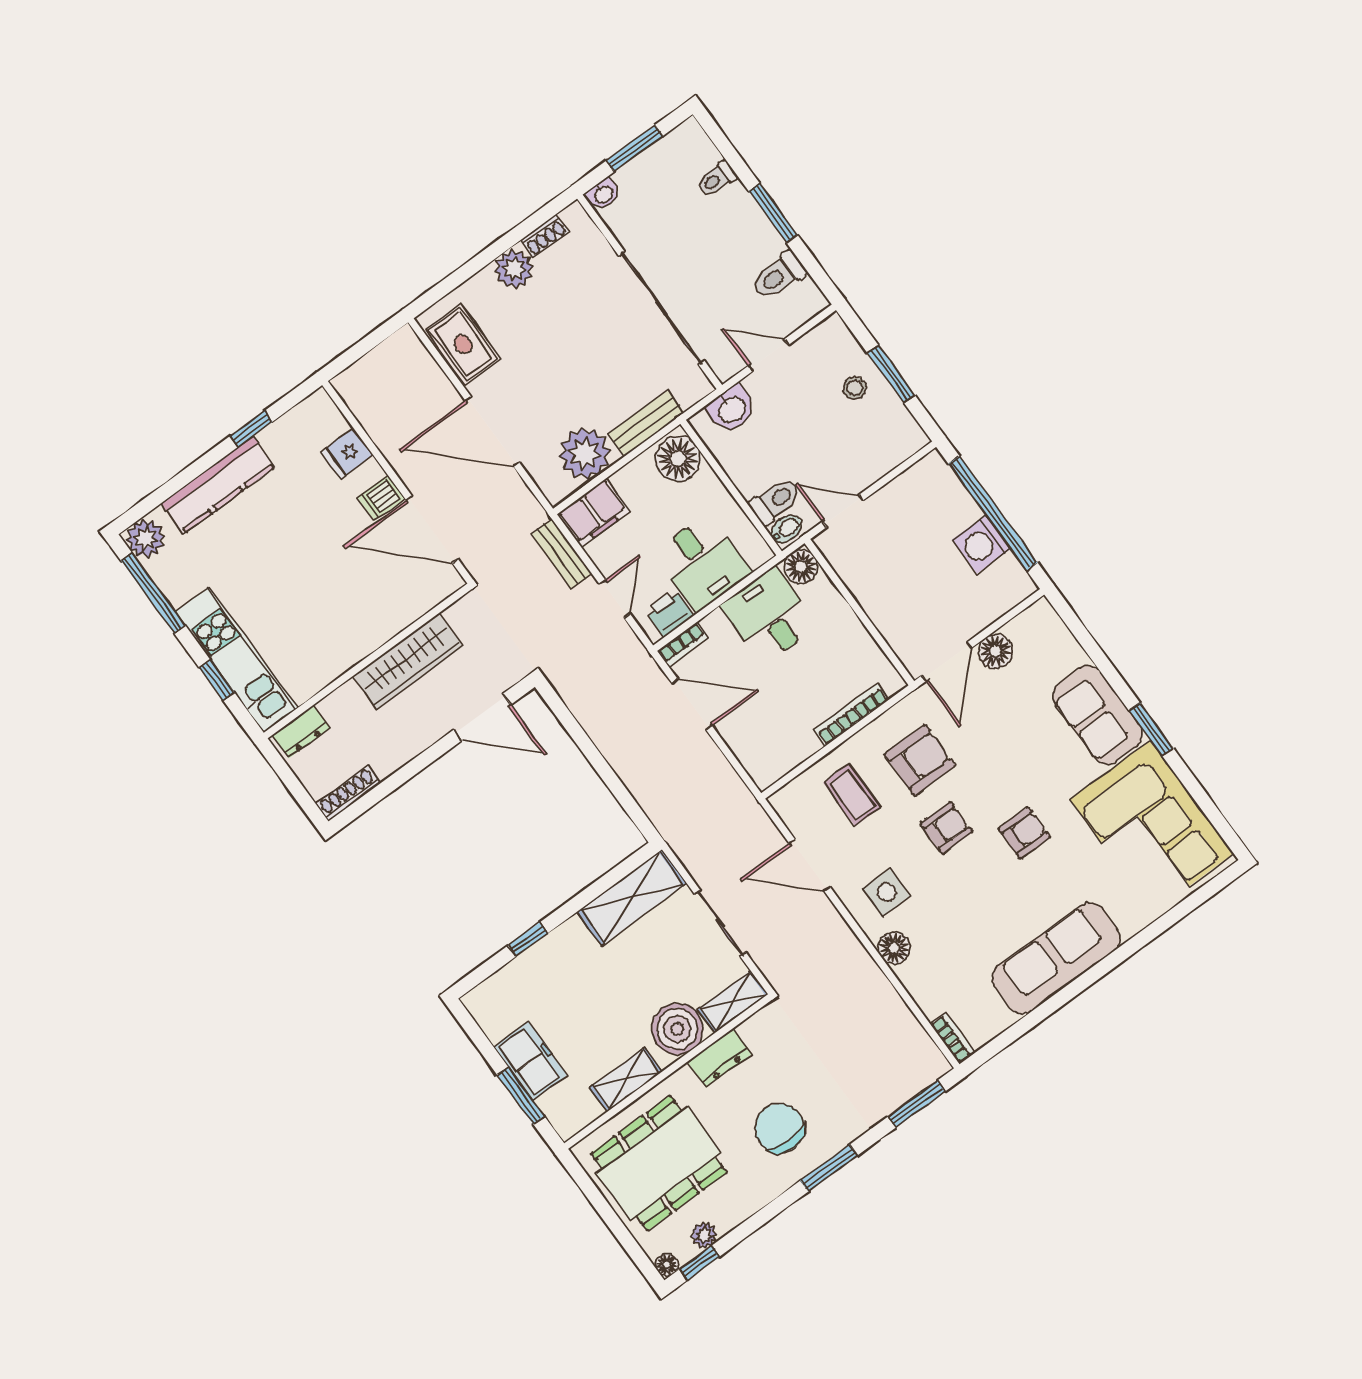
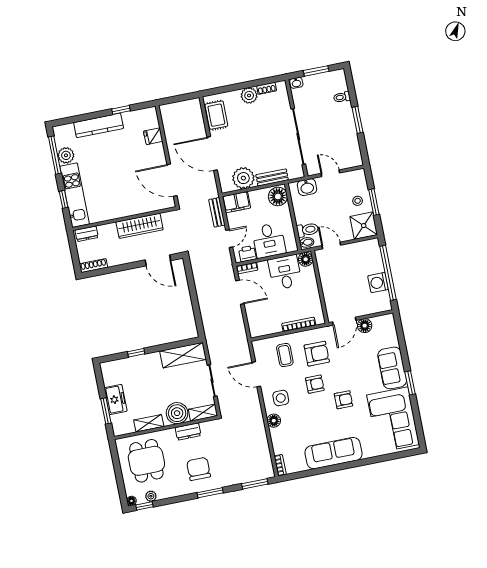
toilet: (779, 276) -> (349, 145), removed
shower: (893, 435) -> (364, 226), added
dishwasher: (381, 498) -> (158, 159), removed
plant: (145, 539) -> (66, 155), moved
dining table: (659, 1163) -> (146, 461), width x0.73

